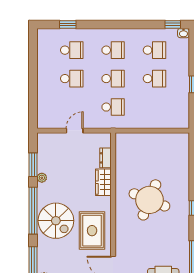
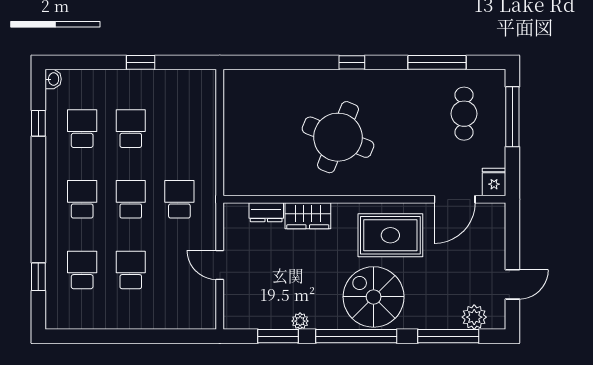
window: (173, 25) -> (38, 123), moved
spiral stairs: (56, 221) -> (374, 297), turned -90

